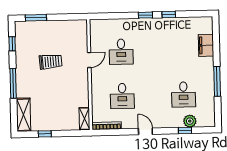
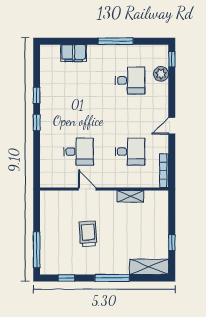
window: (36, 18) -> (37, 250), width x1.44
shelving: (84, 119) -> (130, 196), moved
window: (185, 130) -> (172, 59), moved

